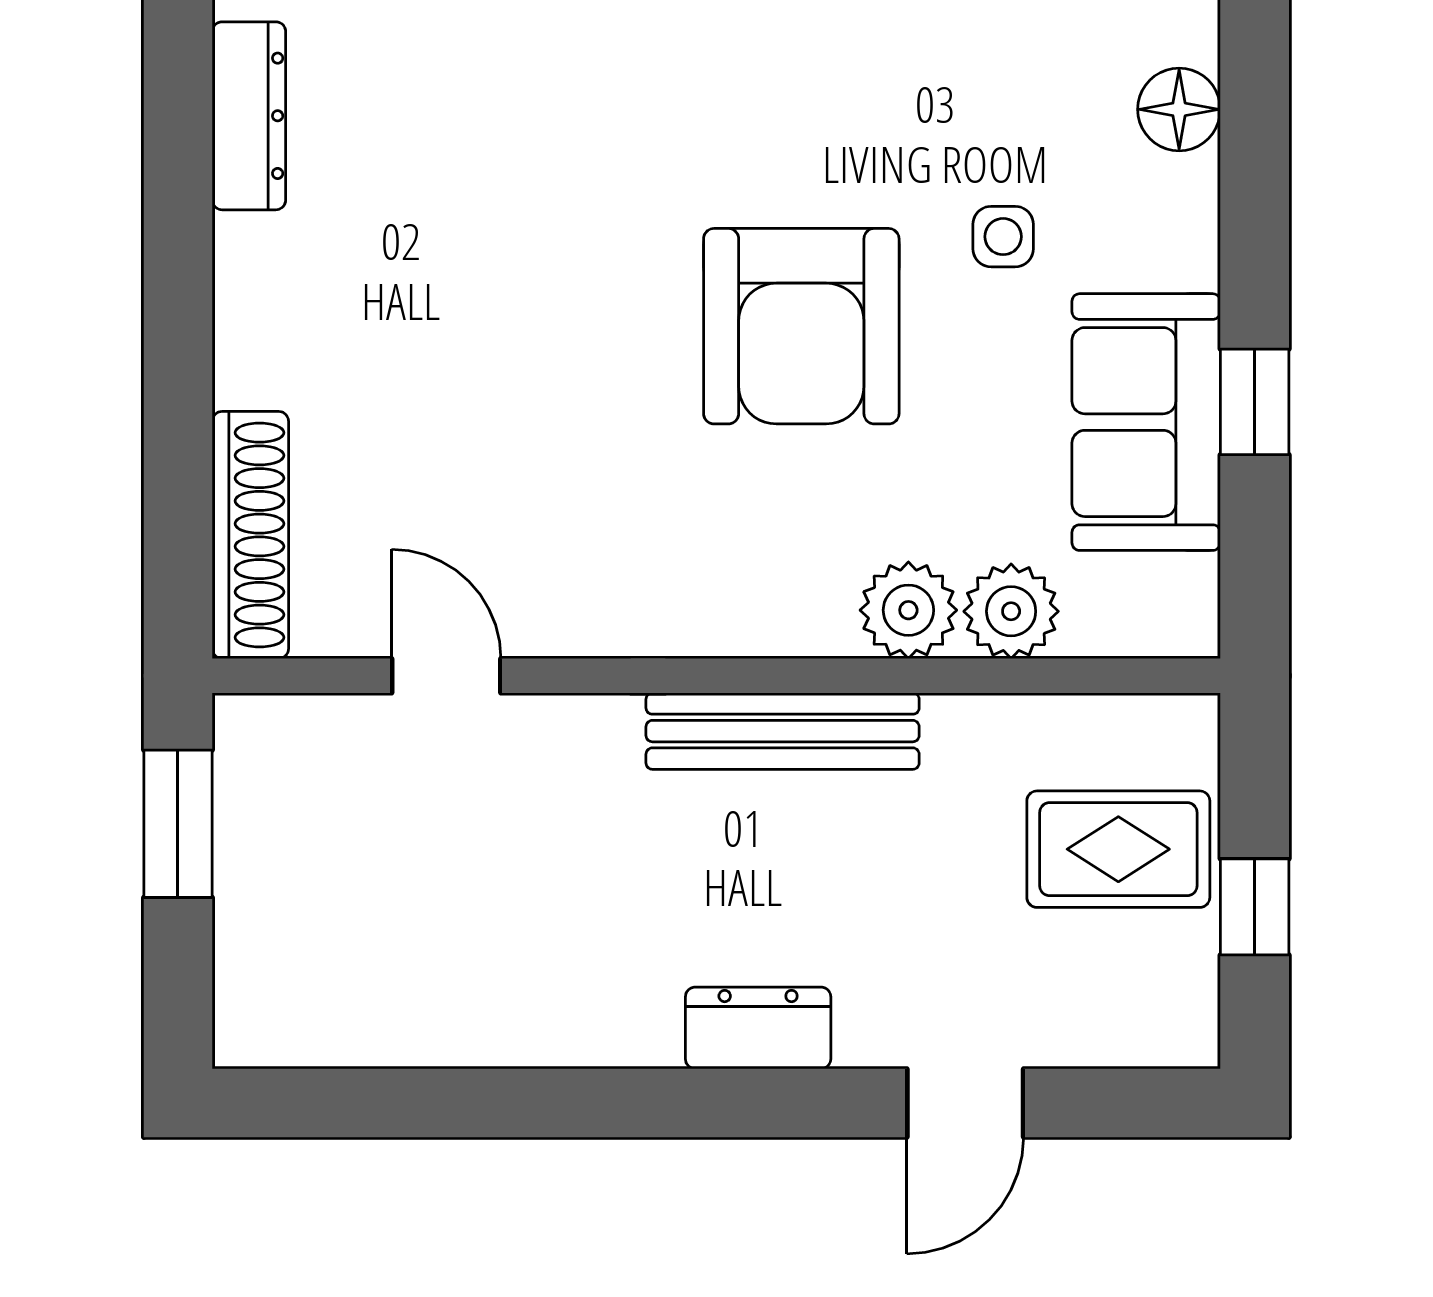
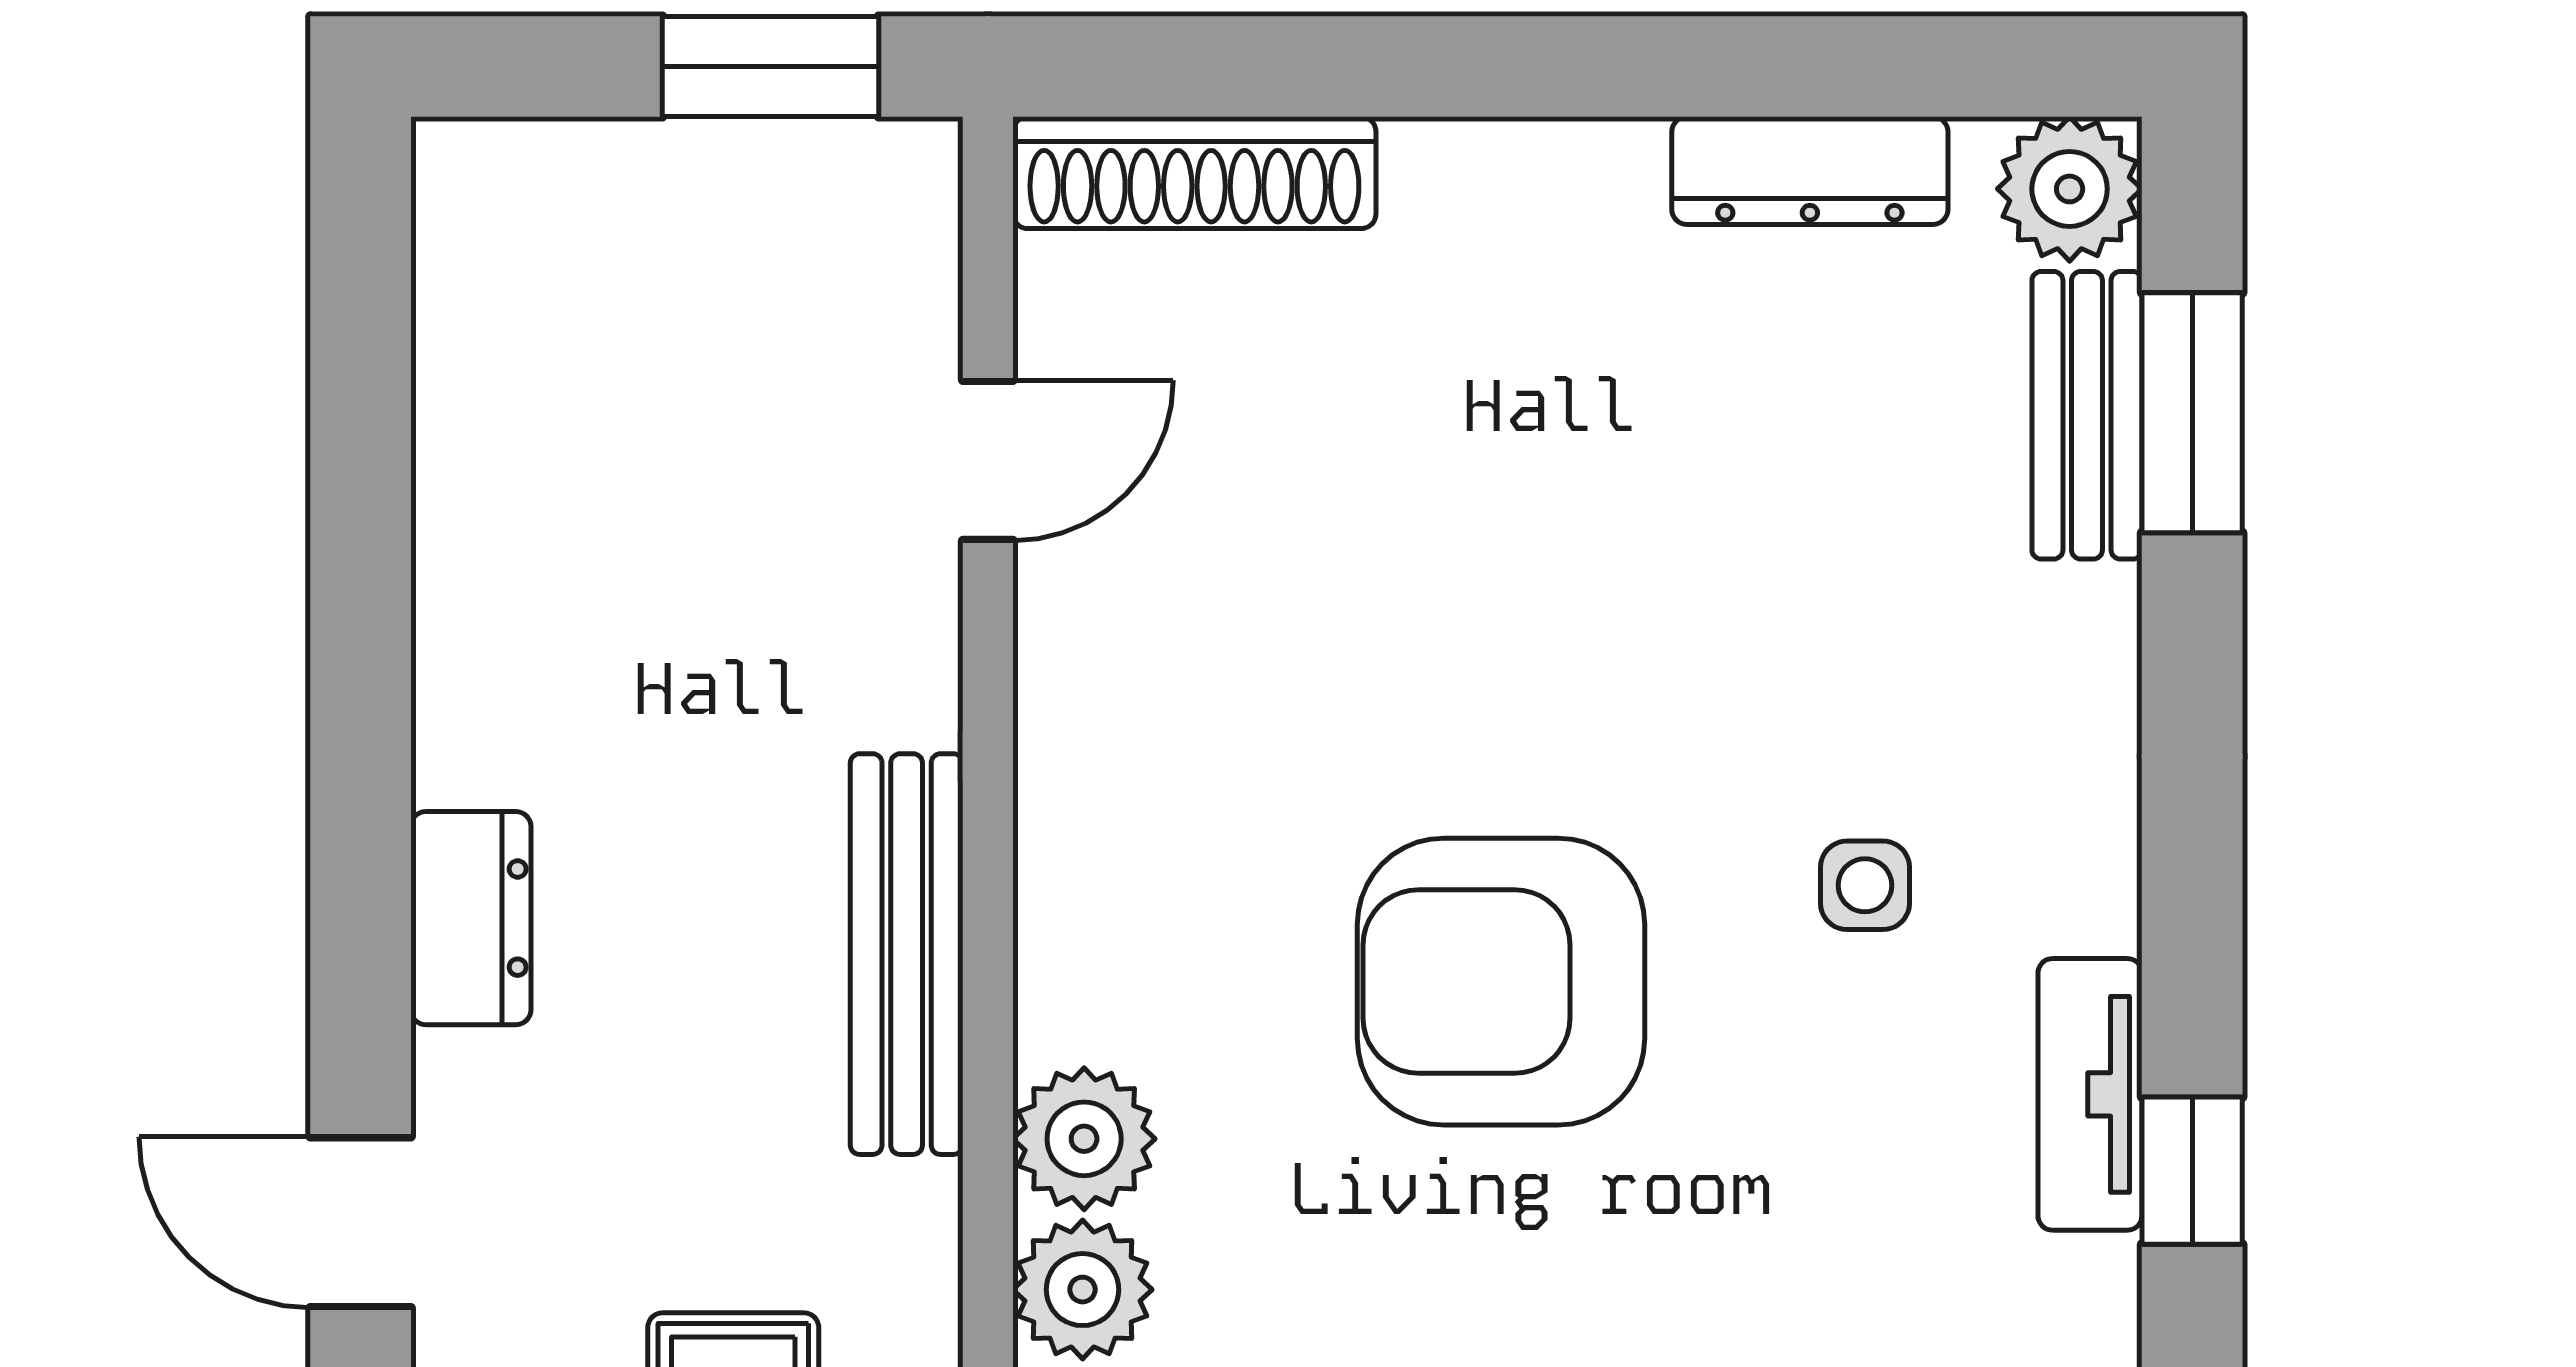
side table: (1003, 237) -> (1865, 885), moved

